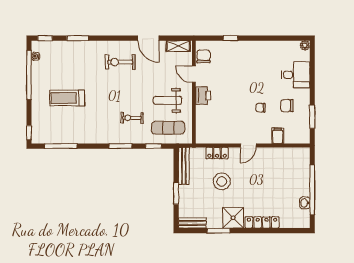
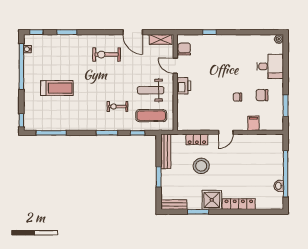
treadmill: (67, 98) -> (57, 88), turned 180

